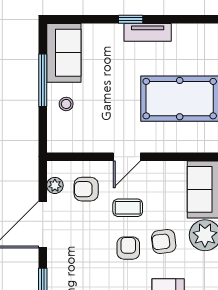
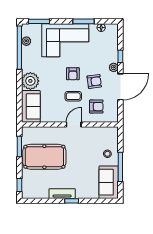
plant: (55, 185) -> (114, 67), moved
armchair: (164, 241) -> (94, 81), moved

